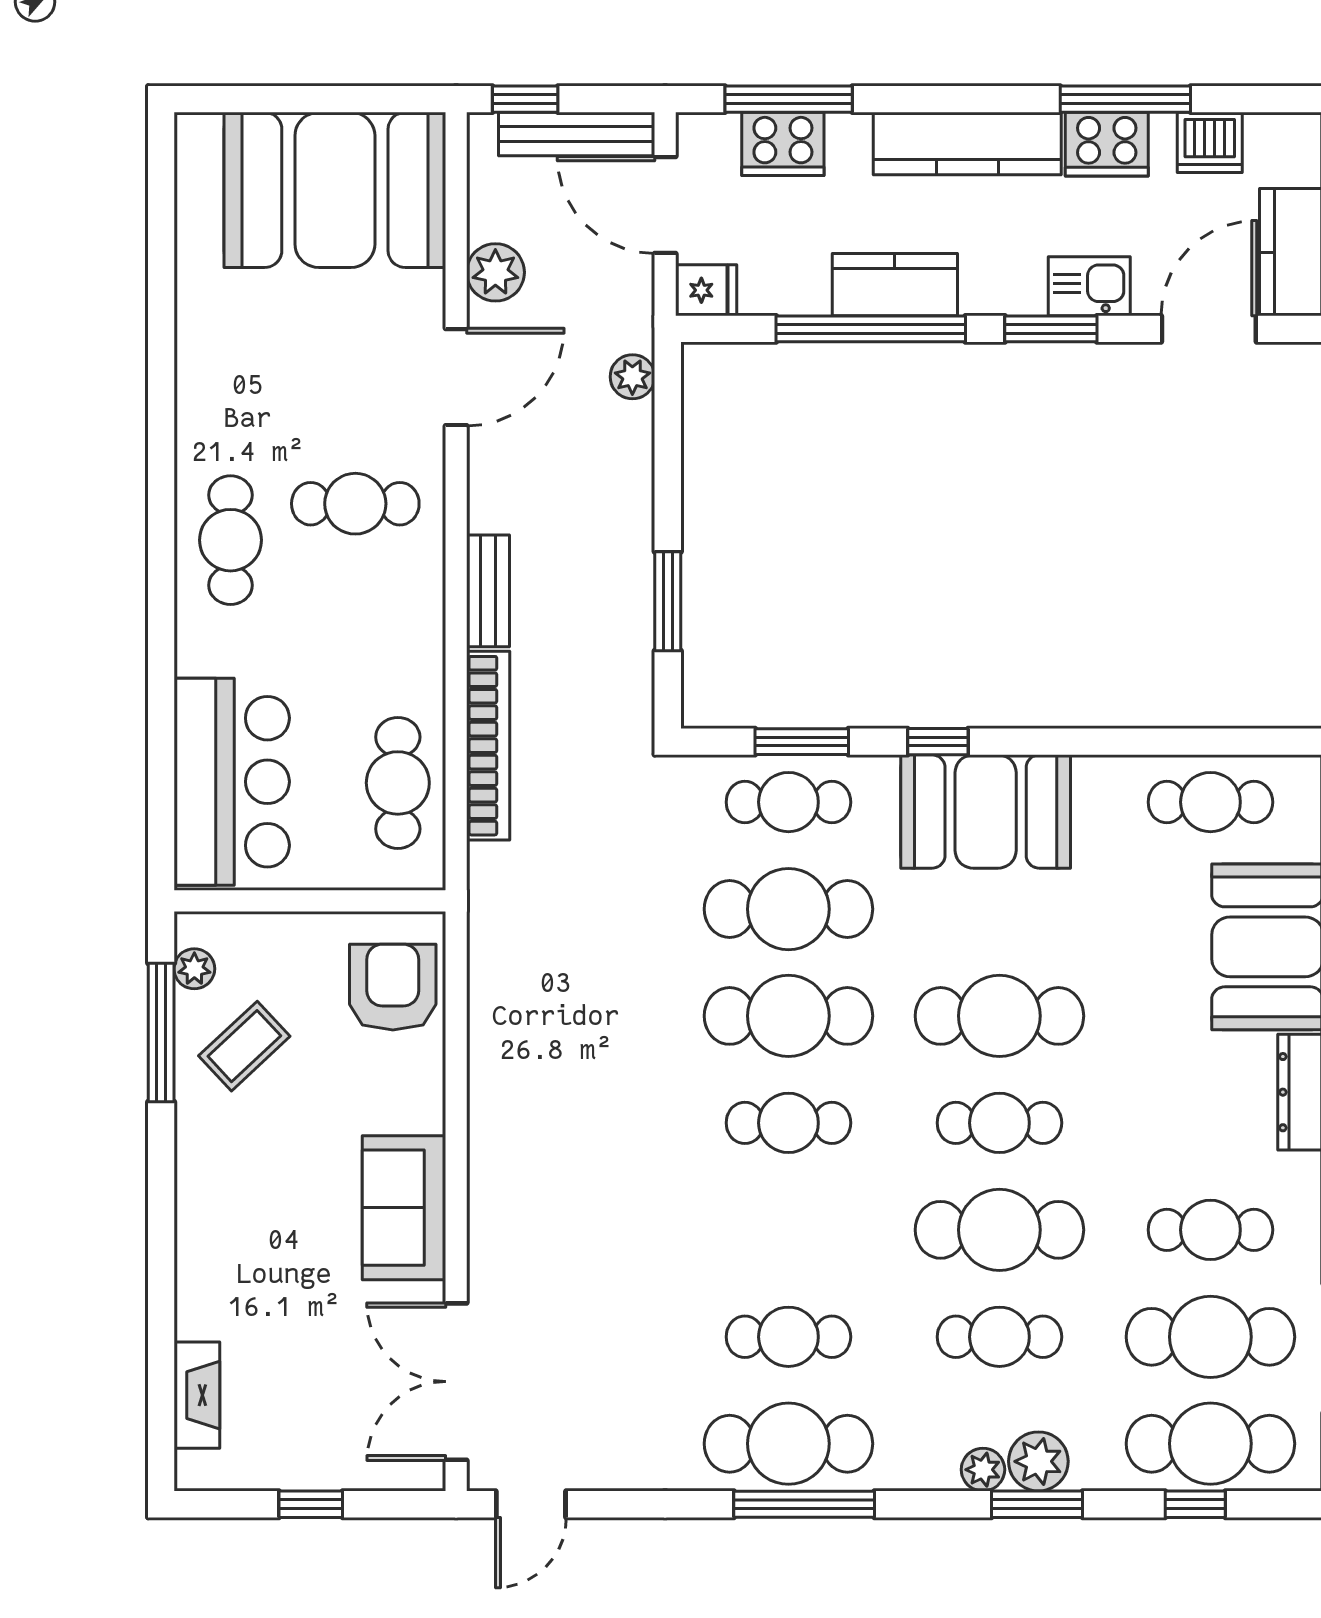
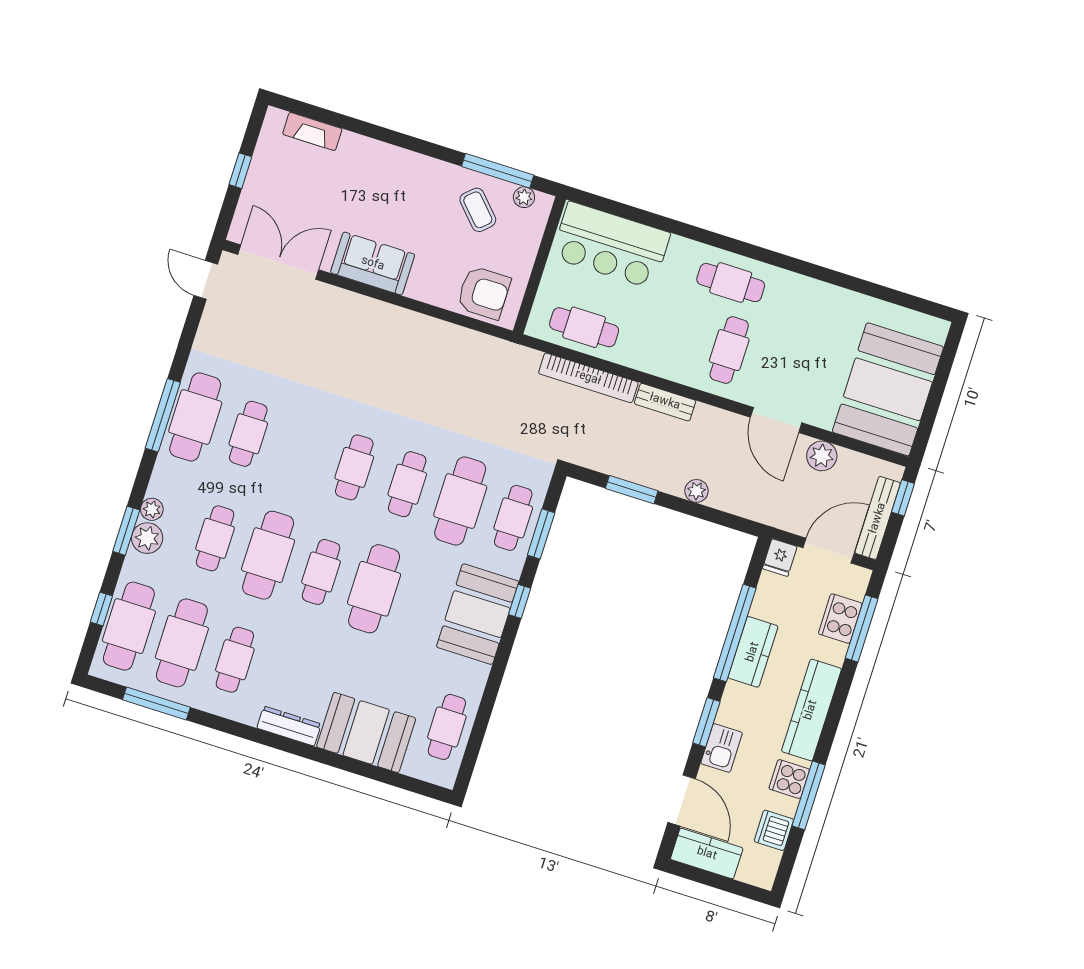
cooker: (1107, 144) -> (789, 779), width x0.73
plant: (632, 377) -> (696, 491), moved
cafe table: (788, 1016) -> (407, 484), width x0.73, depth x0.74

